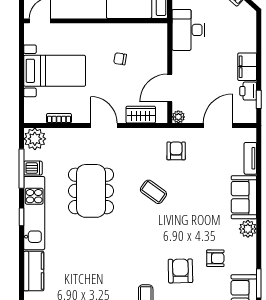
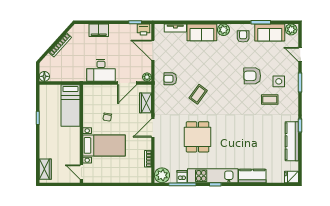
desk: (188, 30) -> (101, 70), moved
filing cabinet: (247, 67) -> (99, 30), moved
bed with nightstands: (55, 71) -> (104, 145), moved, turned 90
door: (170, 88) -> (127, 83), hinge flipped
printer: (248, 91) -> (144, 29), moved
dining table: (91, 191) -> (198, 137), width x0.73
armchair: (215, 258) -> (243, 36), moved

